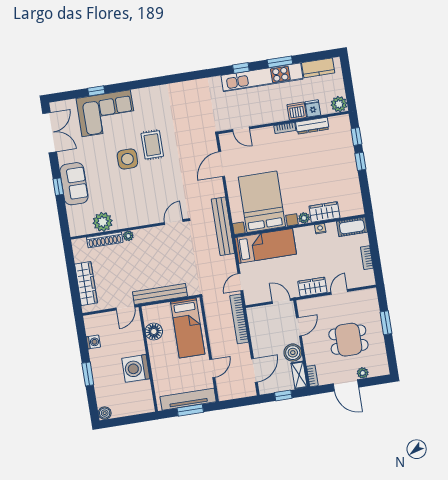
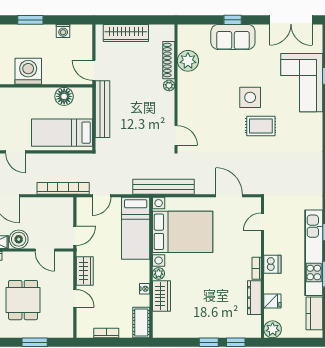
dishwasher: (297, 111) -> (272, 264), moved
door: (240, 282) -> (102, 196), swing flipped

